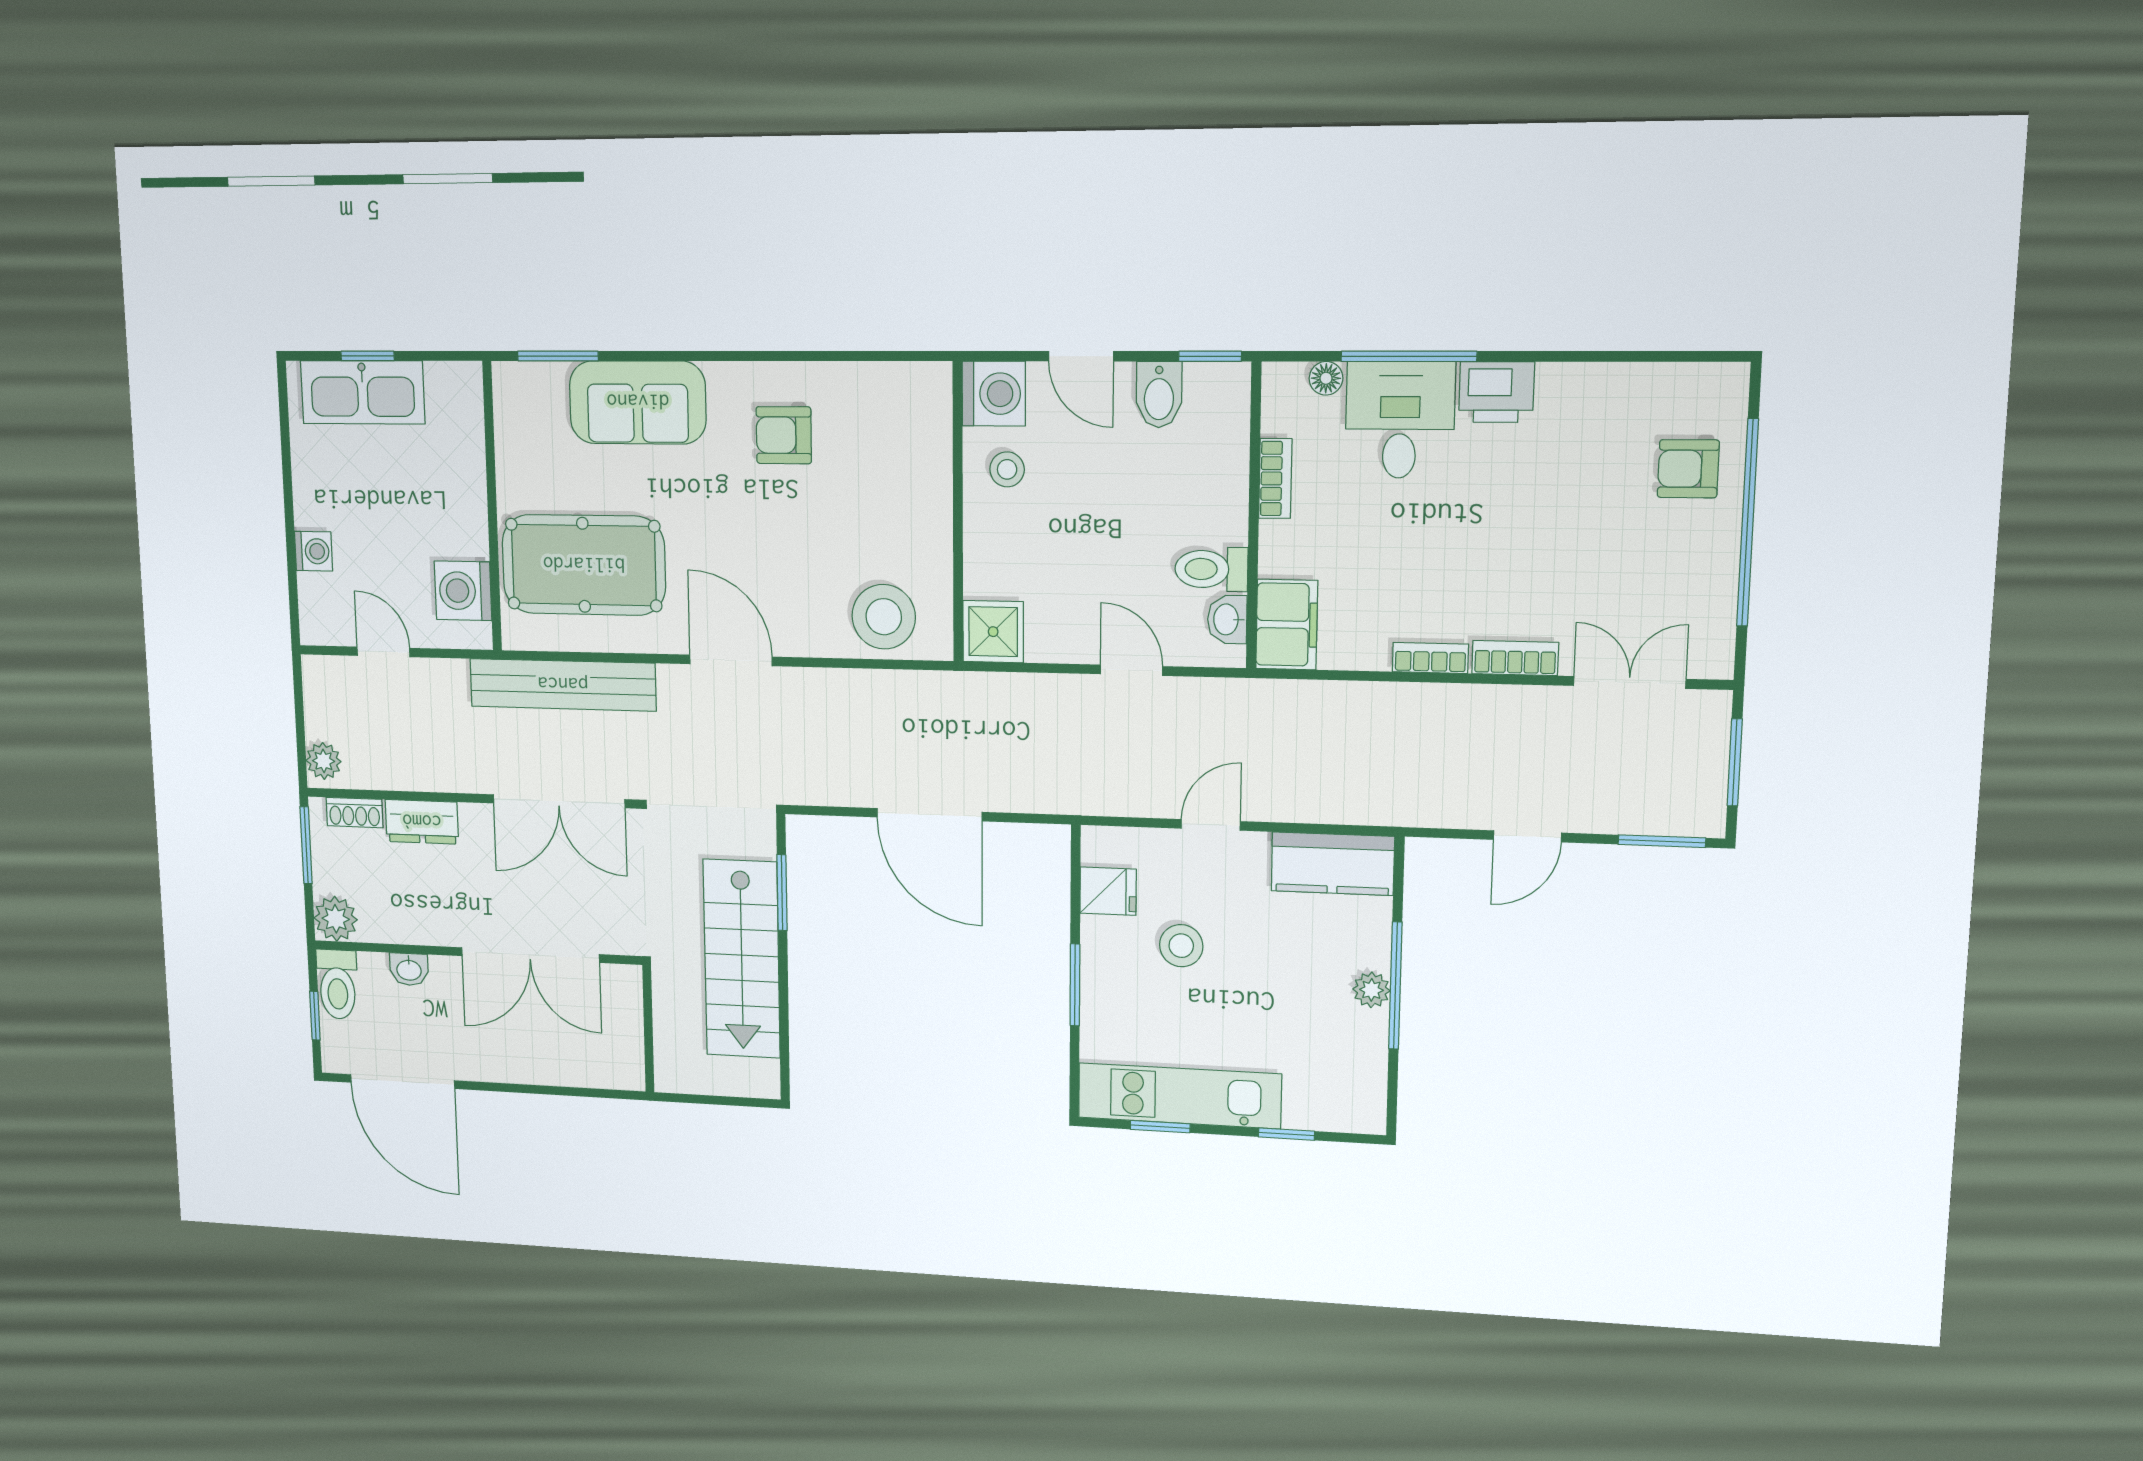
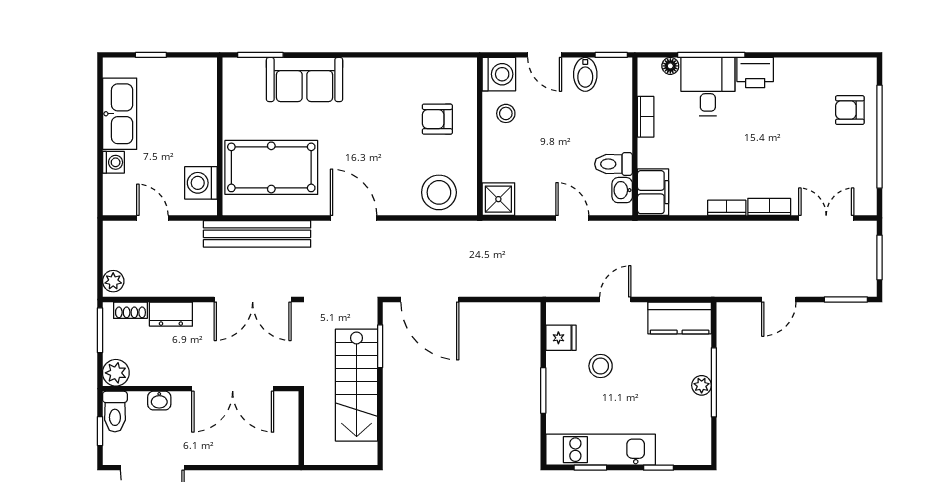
kitchen sink: (363, 392) -> (120, 114), moved, turned -90
armchair: (784, 435) -> (437, 119), moved
door: (929, 815) -> (430, 300), moved

